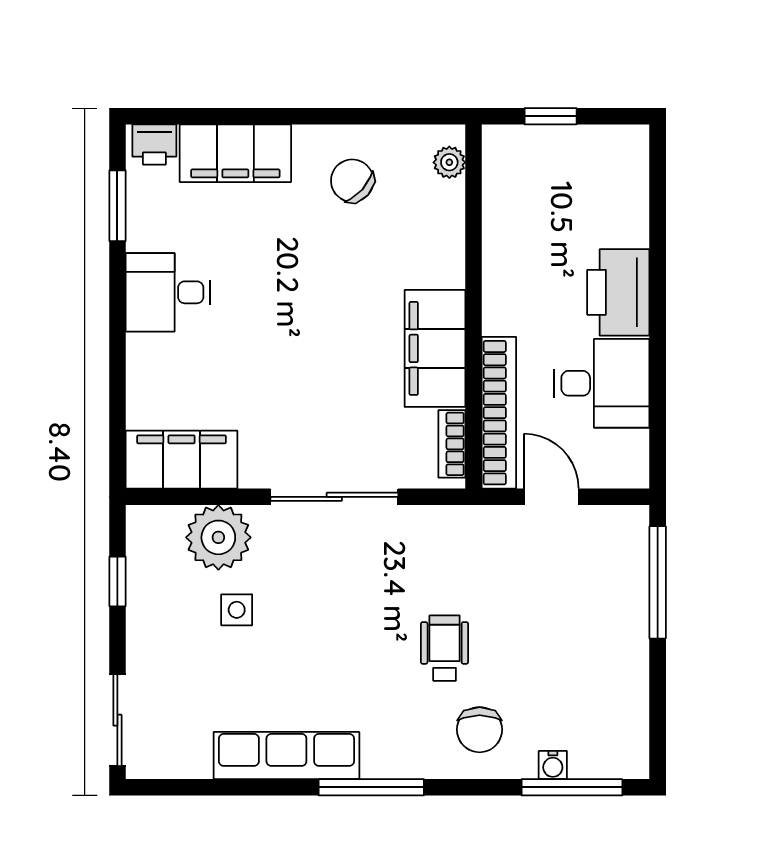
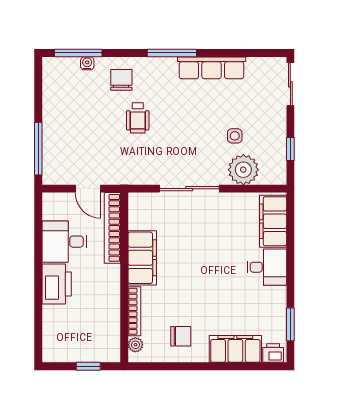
chair: (352, 181) -> (181, 336), turned -42
desk: (168, 292) -> (267, 267), moved
bookcase: (452, 444) -> (134, 311), moved, width x1.56
filing cabinet: (182, 460) -> (273, 221), moved, turned 90

